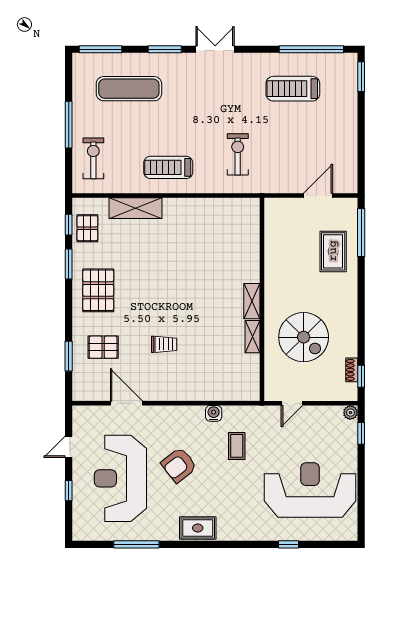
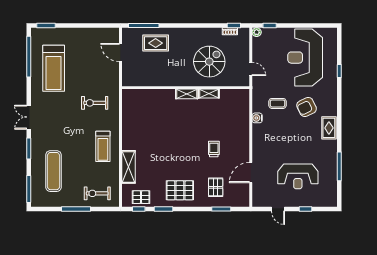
treadmill: (293, 89) -> (54, 68), width x1.37, depth x1.37
armchair: (179, 465) -> (307, 107), moved, turned 102
reception desk: (120, 478) -> (298, 176), width x0.74, depth x0.77

